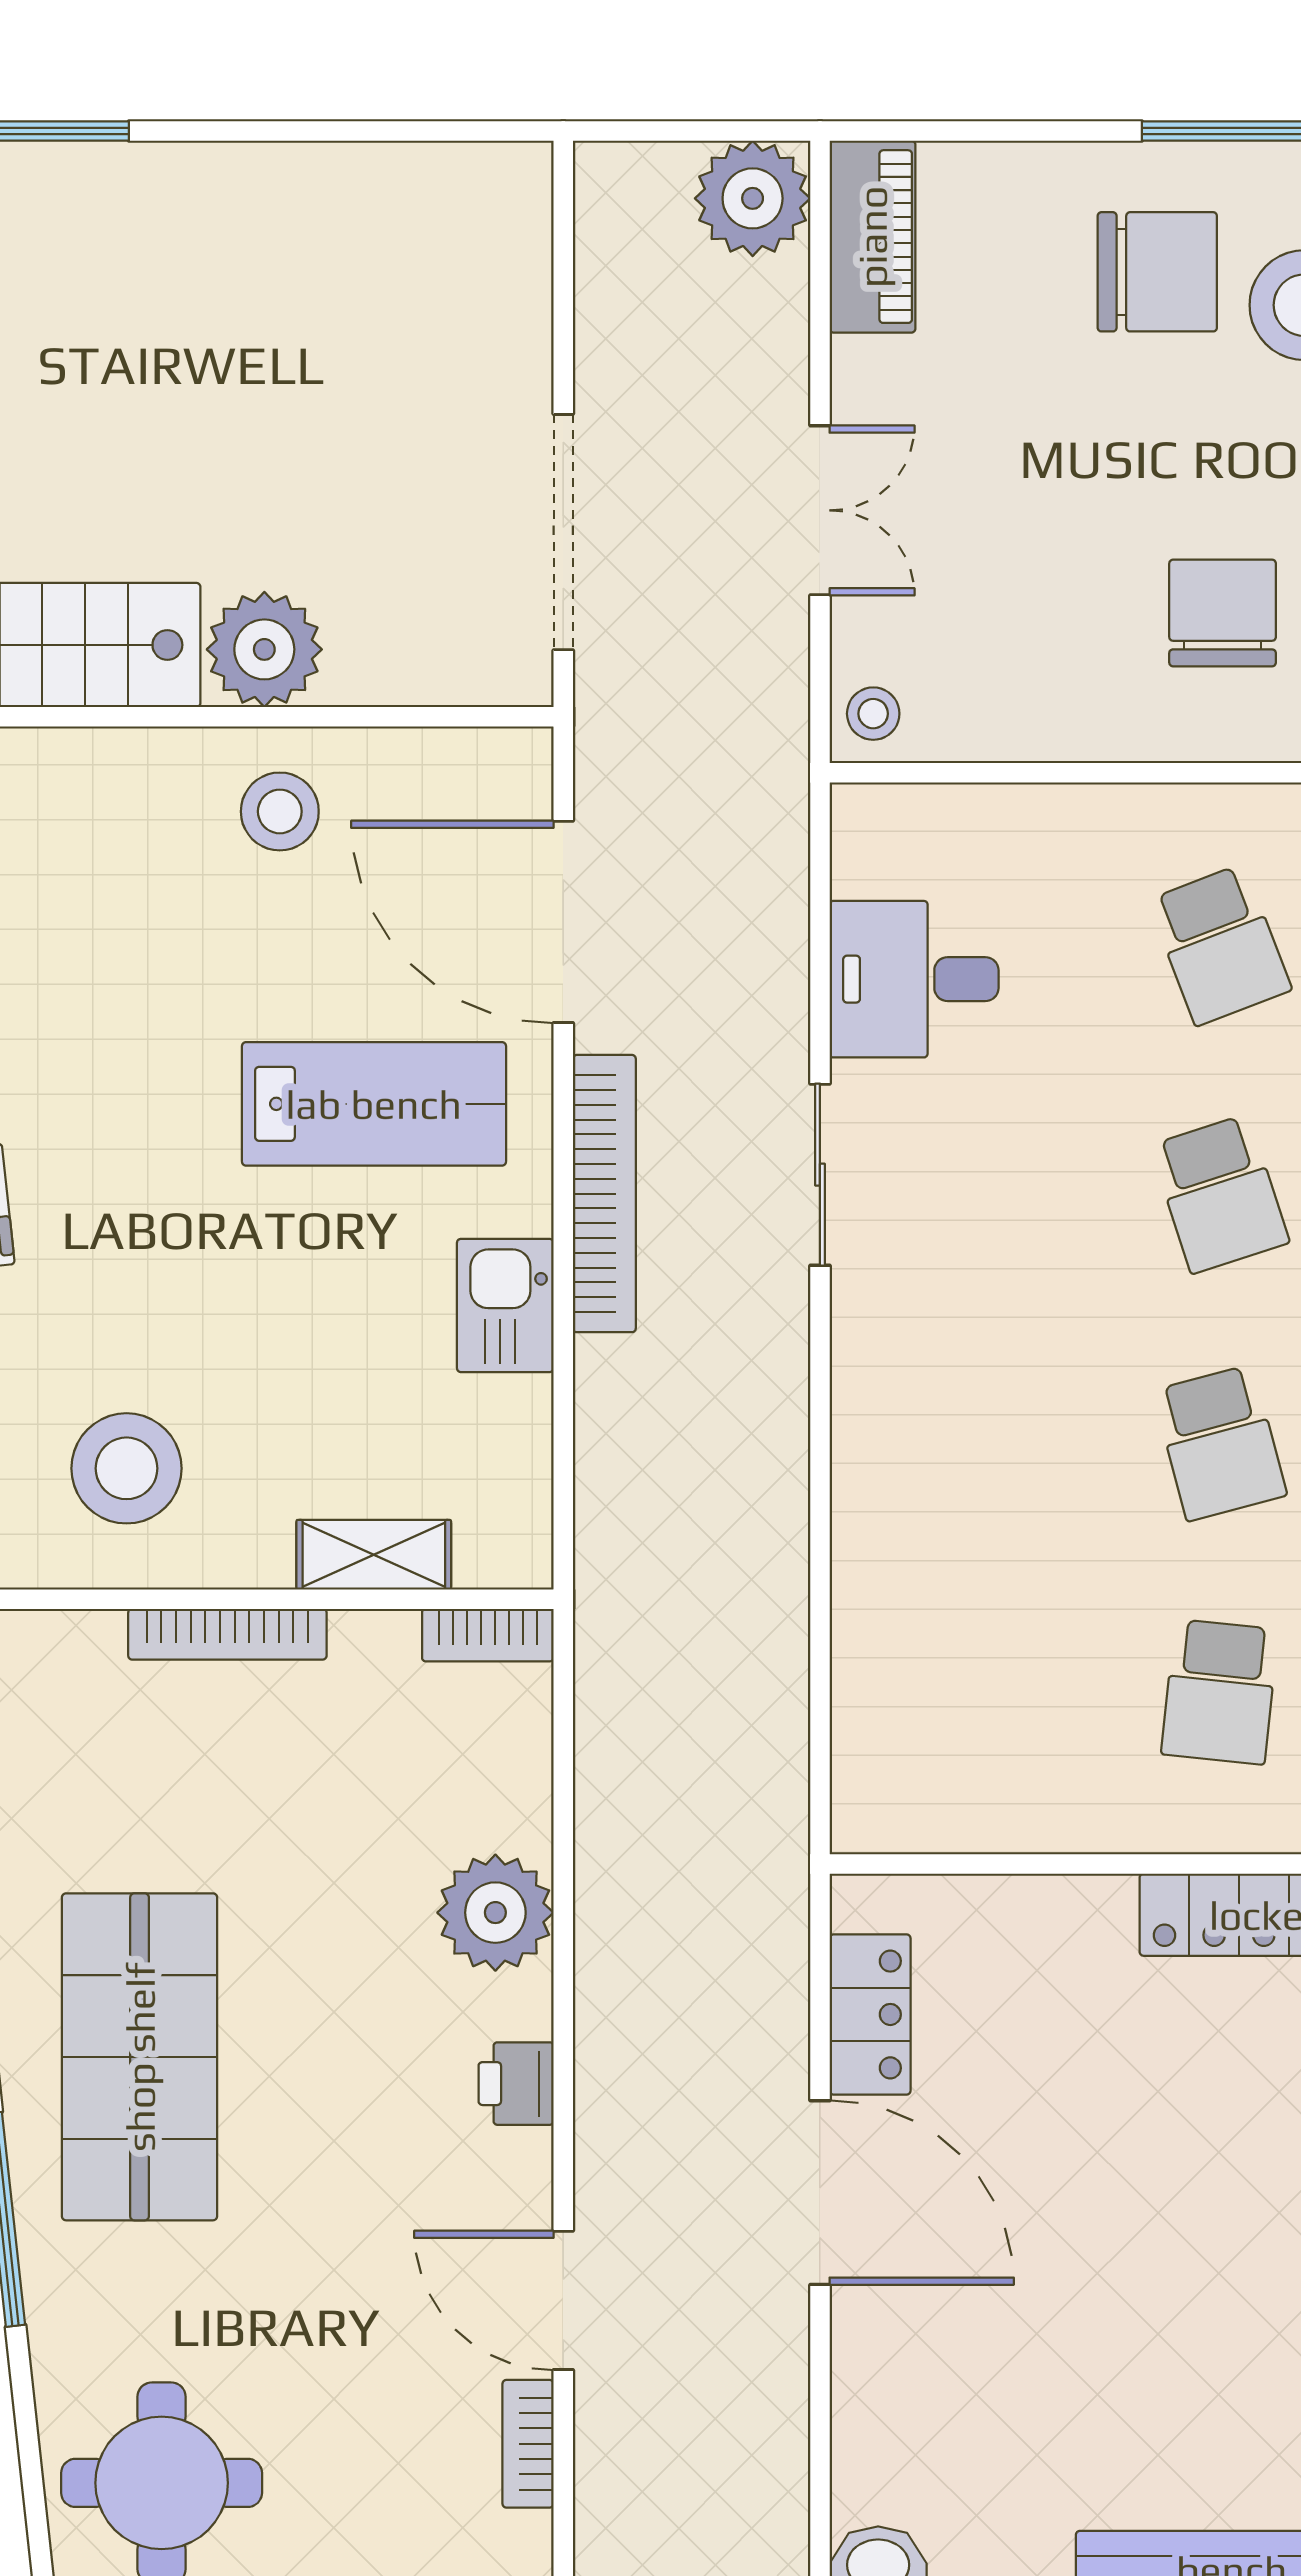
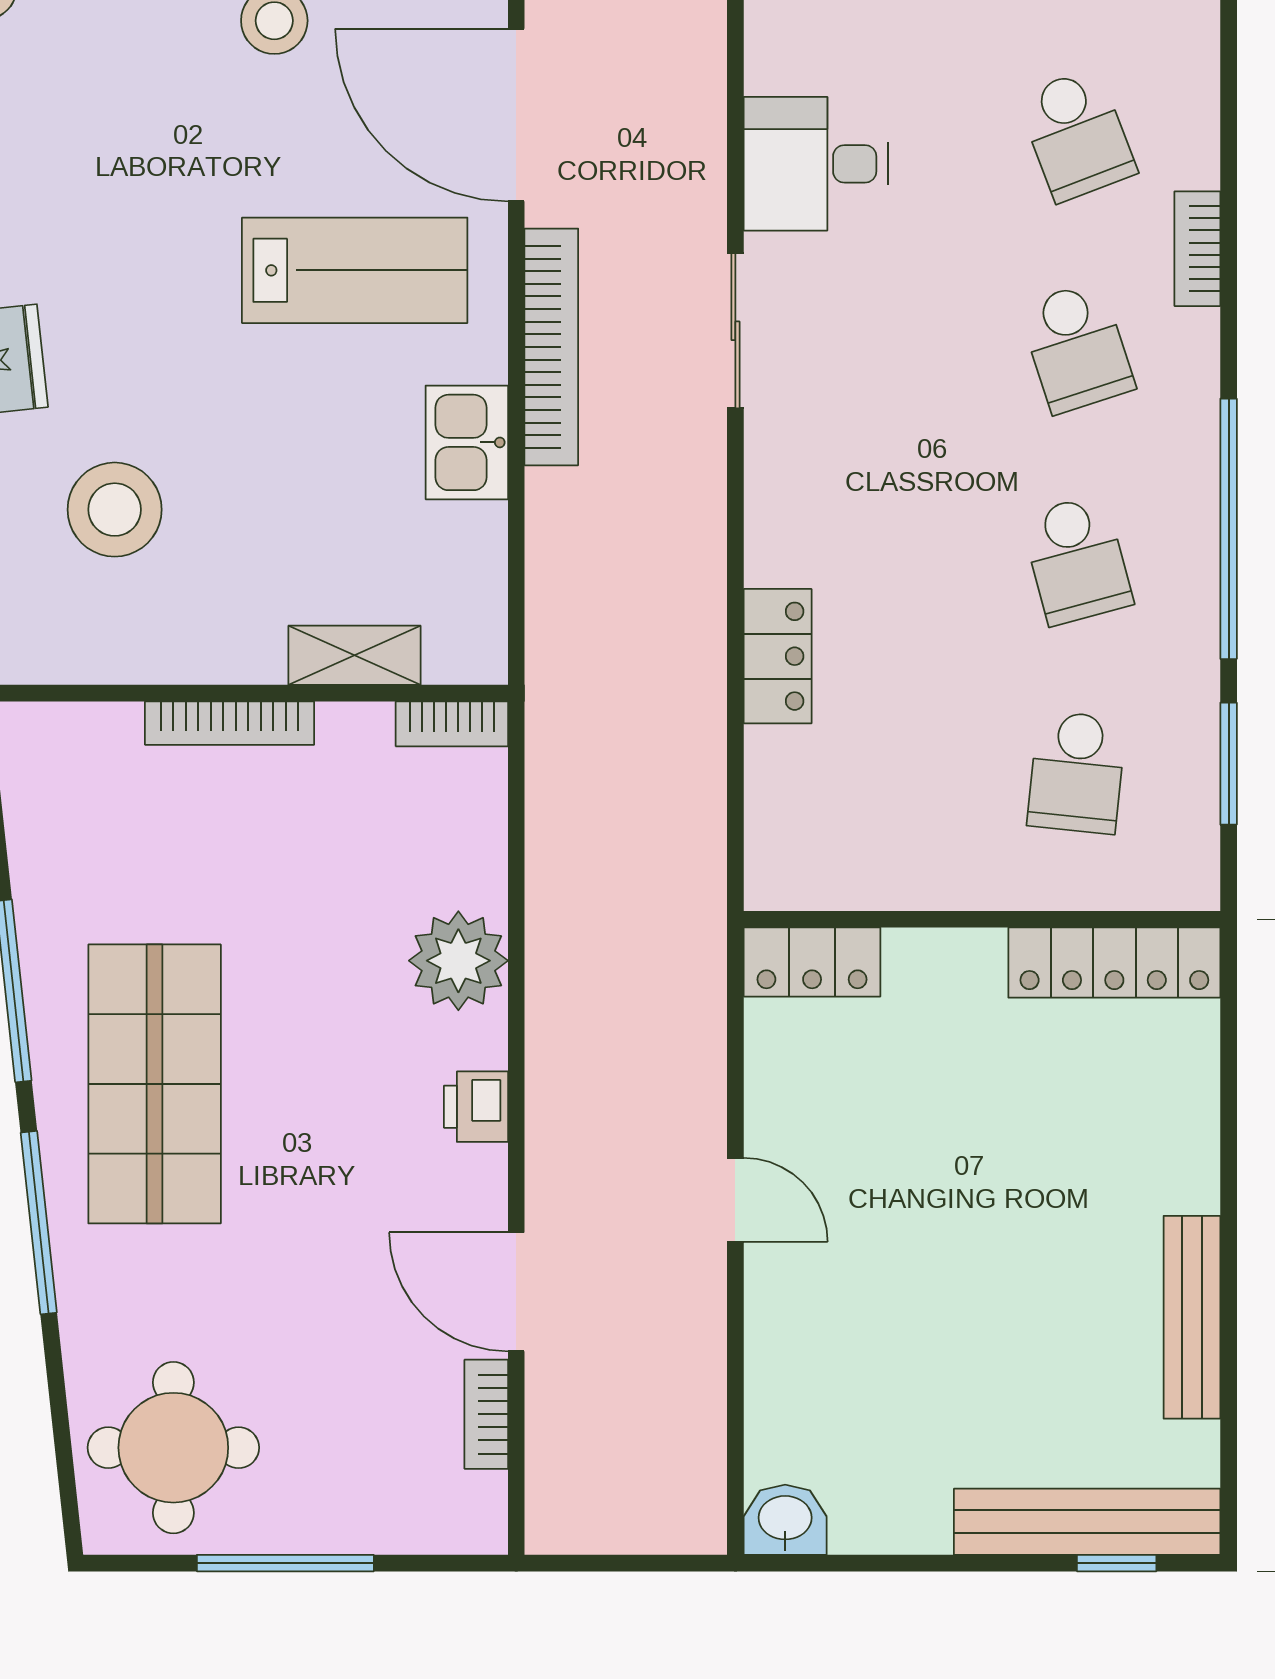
stool: (127, 1468) -> (115, 510), moved
locker: (869, 1556) -> (778, 656), added
locker: (870, 2014) -> (812, 962), moved, turned 90
door: (820, 2193) -> (735, 1200), width x0.53

